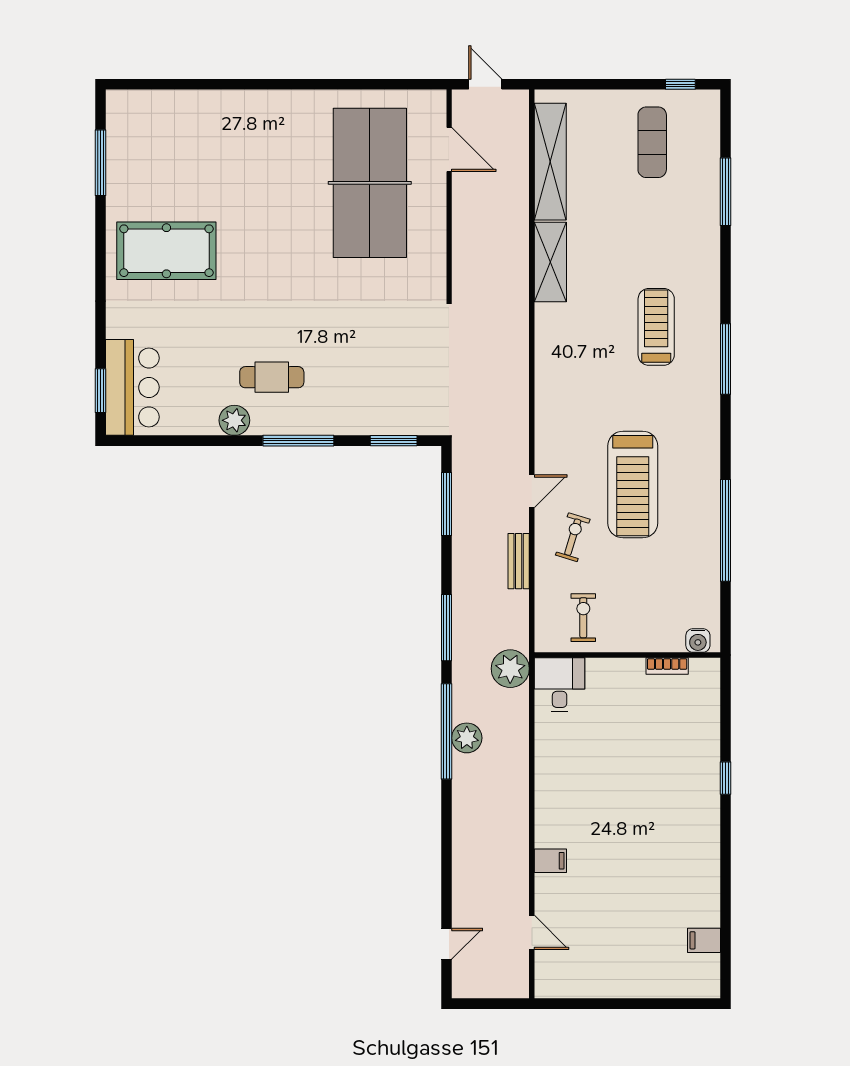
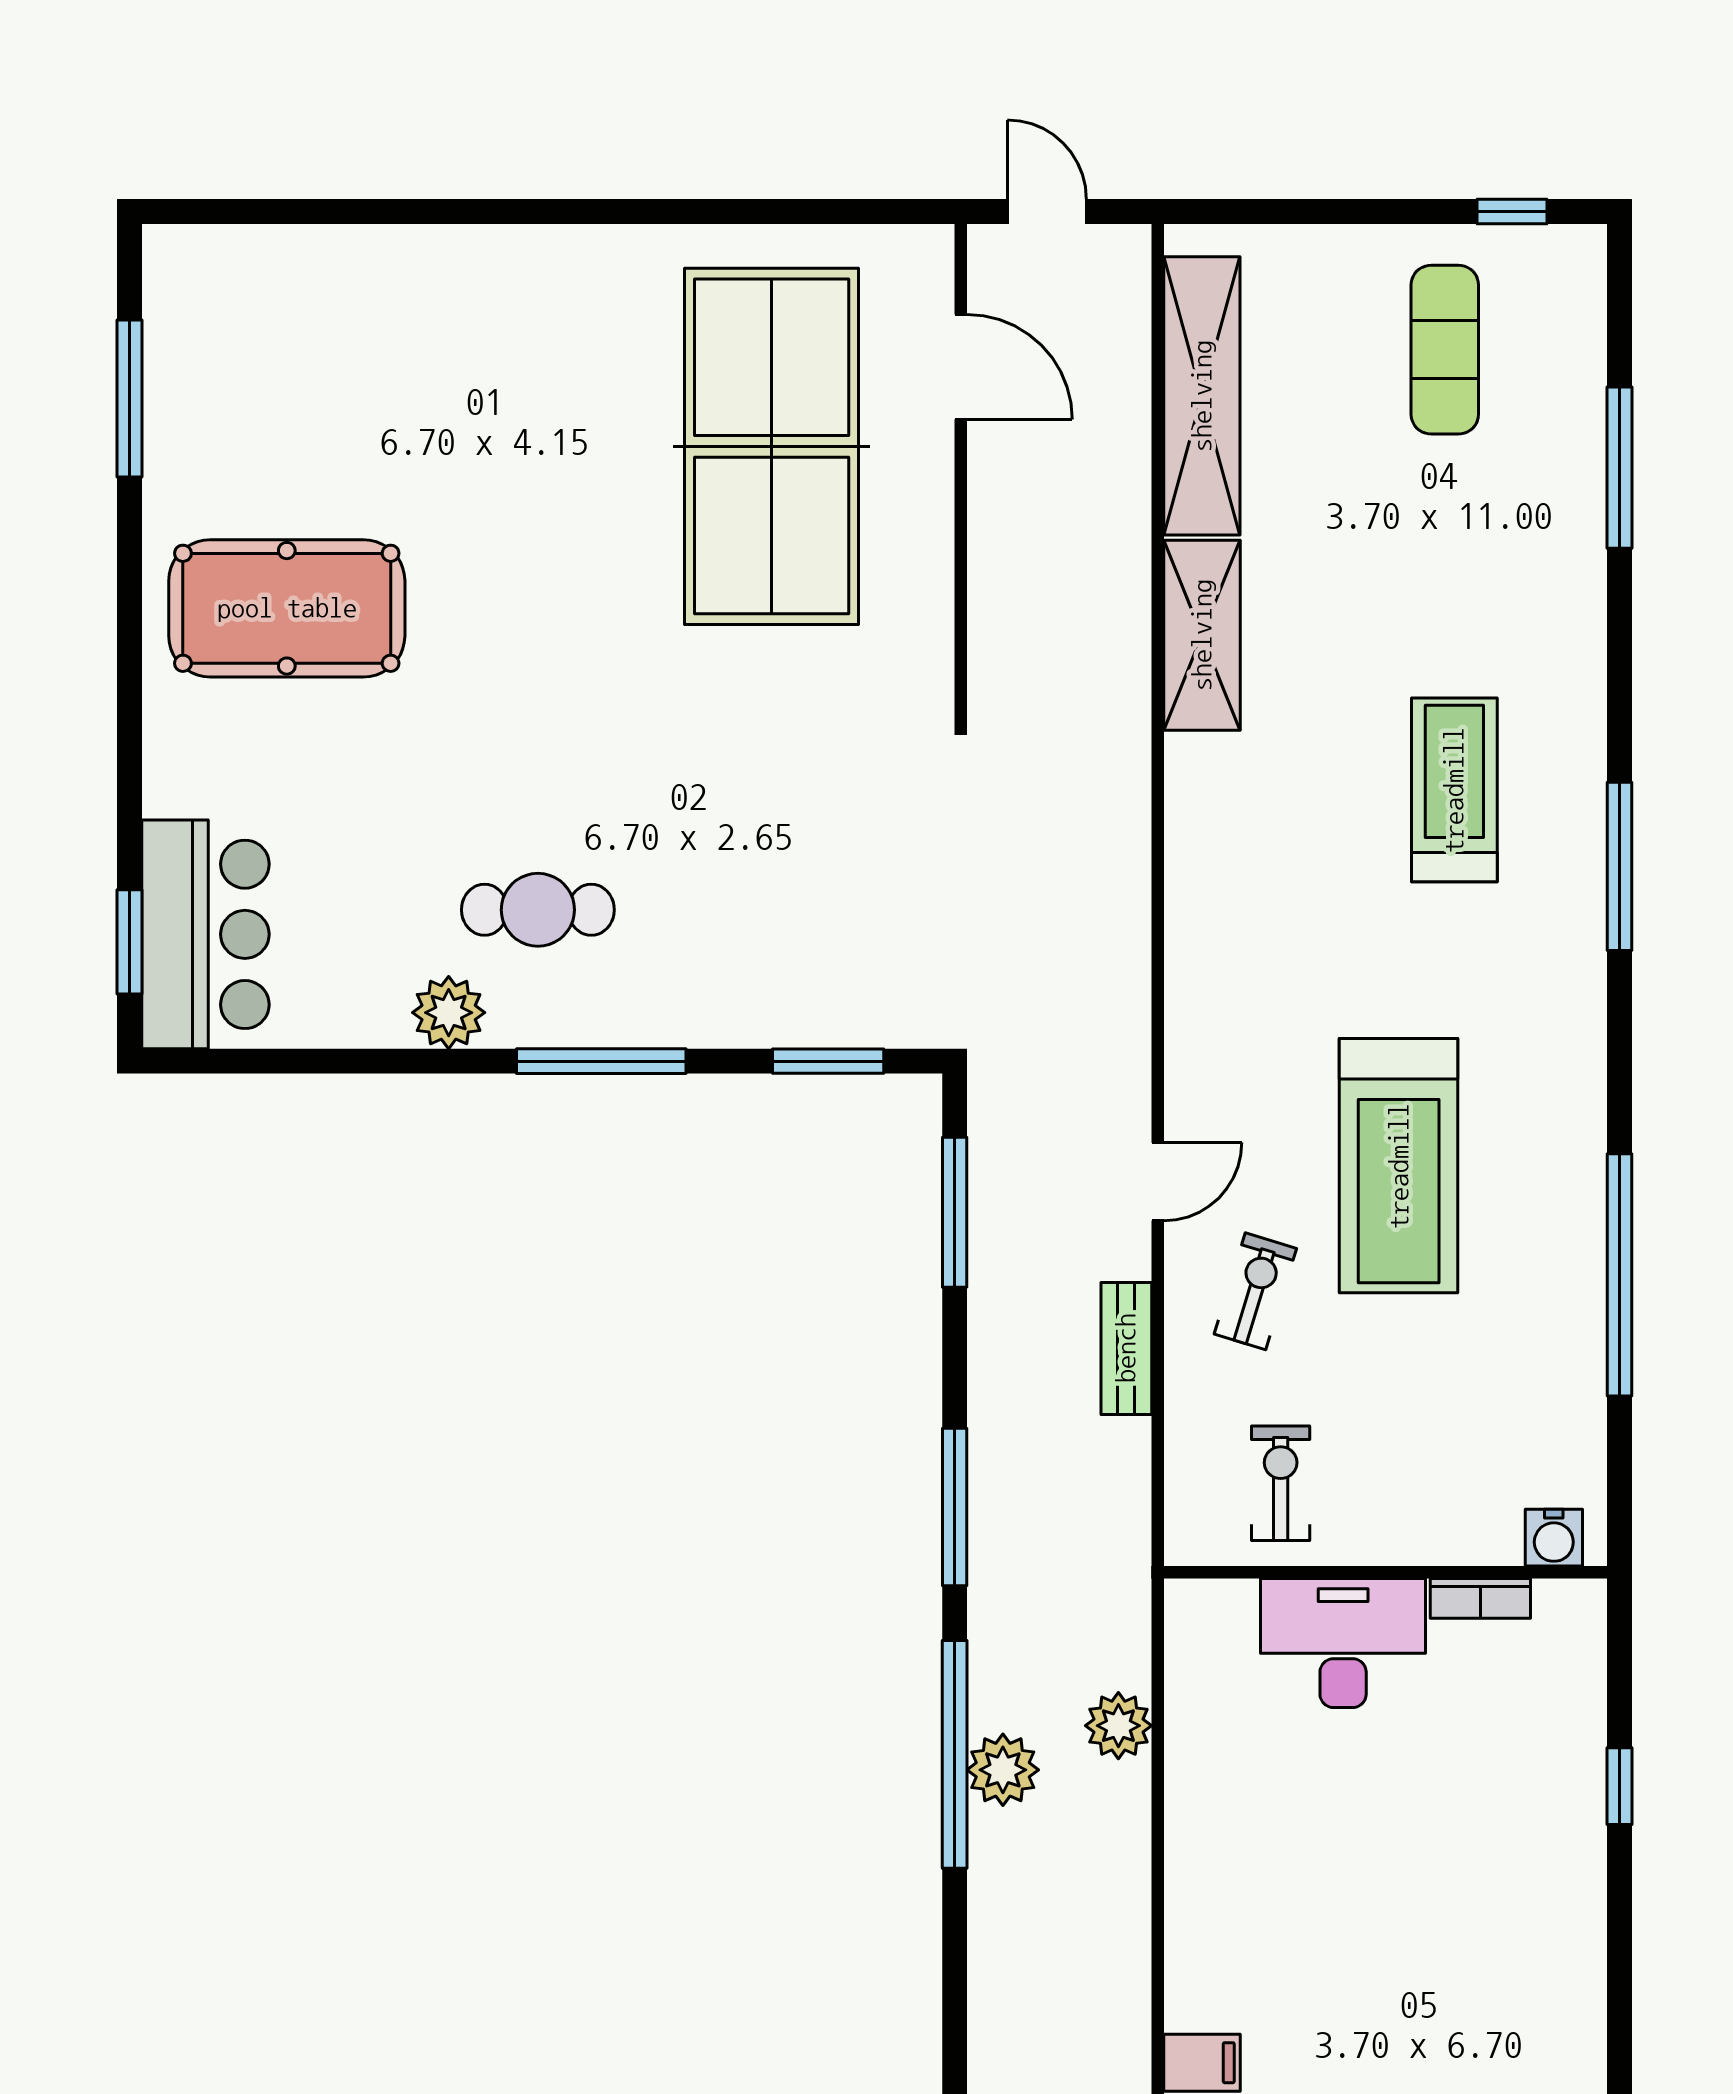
plant: (510, 669) -> (1118, 1726), moved, width x0.73, depth x0.73
desk: (560, 685) -> (1343, 1643), moved, width x1.37
window: (725, 778) -> (1620, 1786), moved

